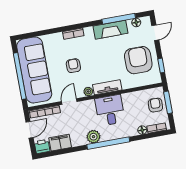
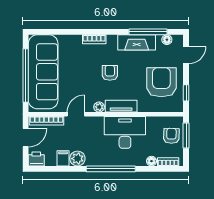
armchair: (73, 66) -> (110, 73), moved
desk: (110, 110) -> (125, 132), width x1.37
plant: (93, 137) -> (77, 159), moved
filing cabinet: (60, 143) -> (63, 158), width x0.50

